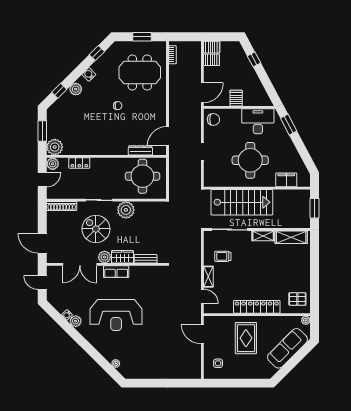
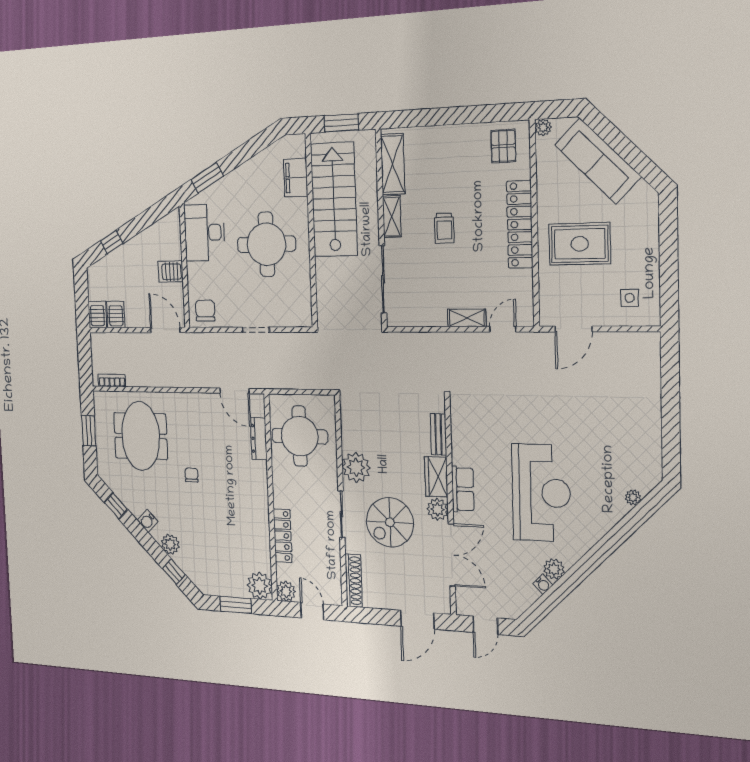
locker: (79, 163) -> (283, 536), width x1.53
stairs: (242, 202) -> (334, 200), moved
trolley: (223, 256) -> (444, 228), moved

